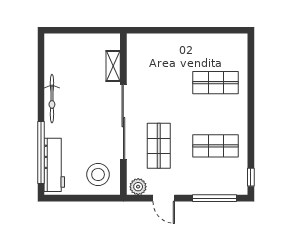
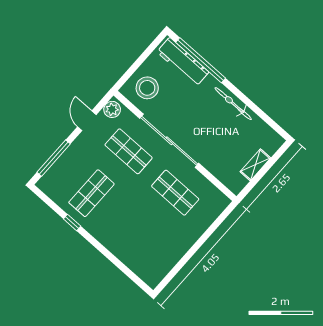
shelving: (113, 66) -> (255, 165), moved, turned 90
shop shelf: (216, 83) -> (175, 193), moved, turned 90
window: (251, 177) -> (72, 223), moved
door: (164, 198) -> (87, 121), hinge flipped

